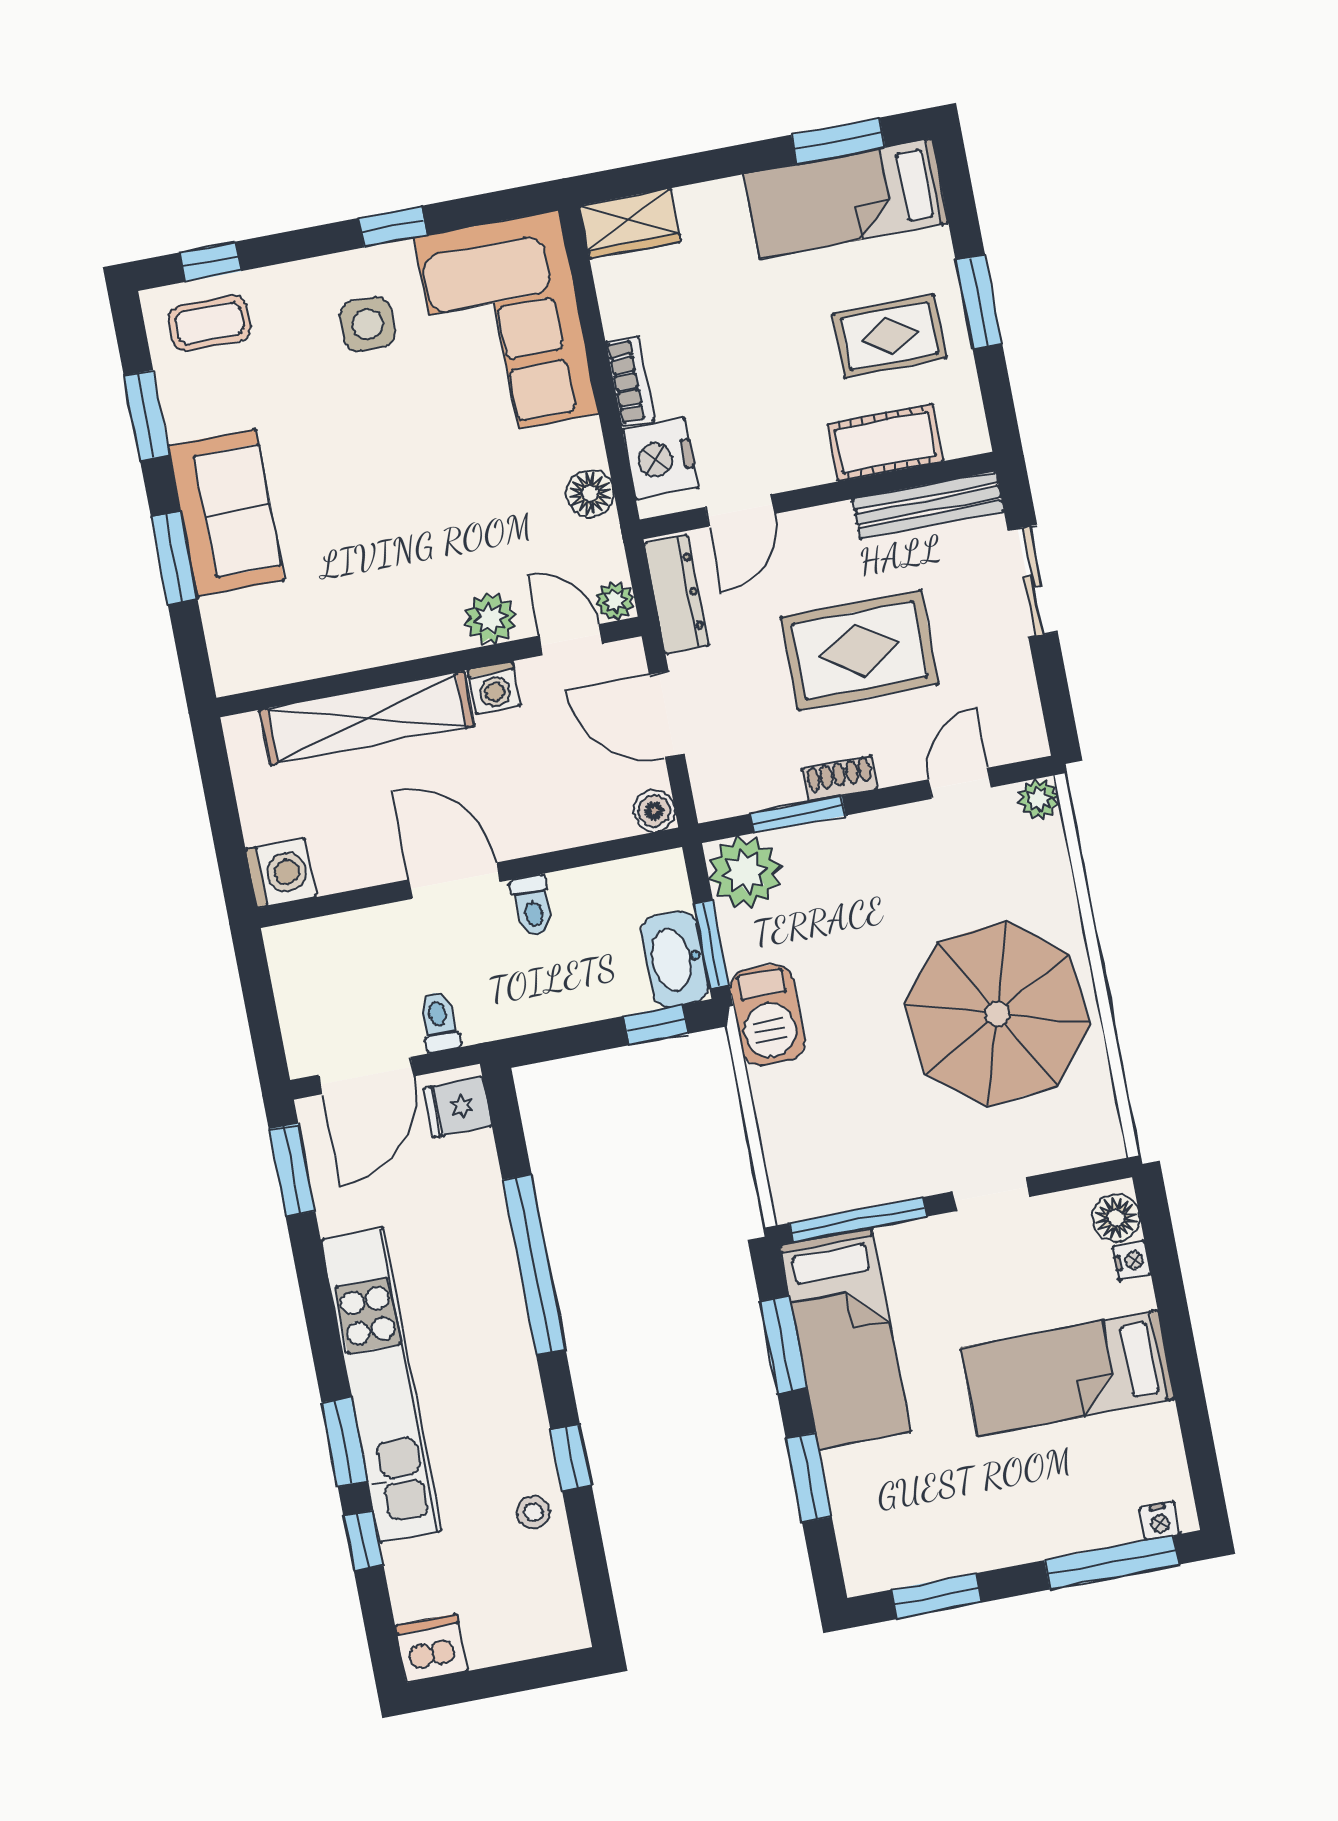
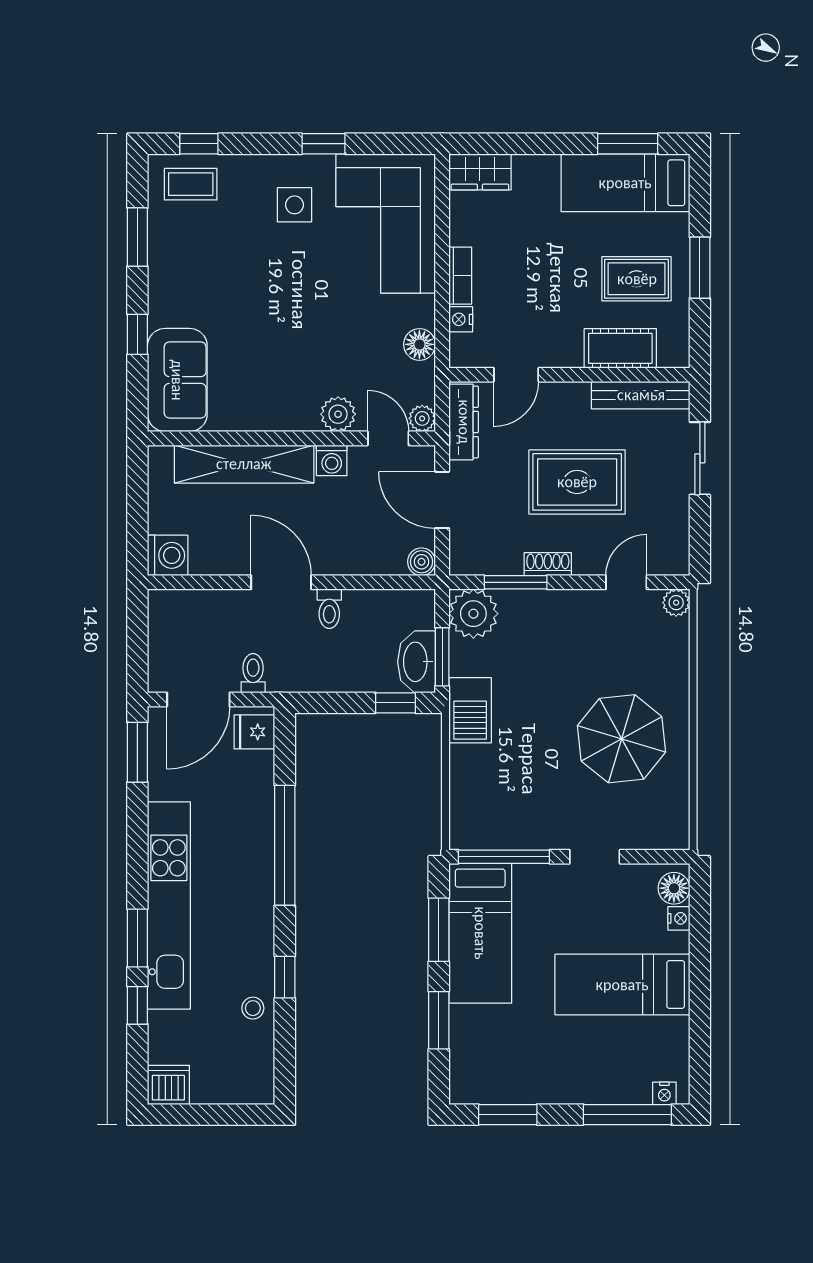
nightstand: (660, 459) -> (461, 319), width x0.53, depth x0.56
sofa: (226, 513) -> (177, 380), moved
window: (174, 558) -> (137, 334), width x0.67
parasol: (997, 1014) -> (622, 739), width x0.73, depth x0.73

